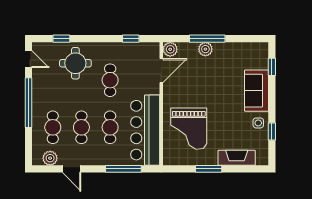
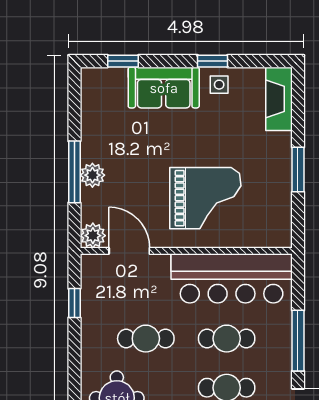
grand piano: (189, 129) -> (205, 198), moved
window: (272, 132) -> (213, 61), moved
fireplace: (237, 158) -> (279, 99), moved
window: (123, 169) -> (298, 341), moved

